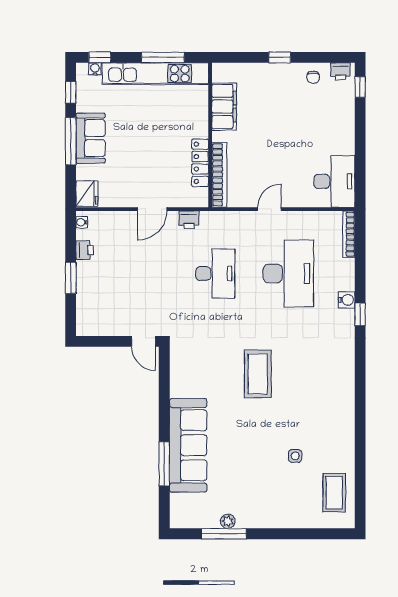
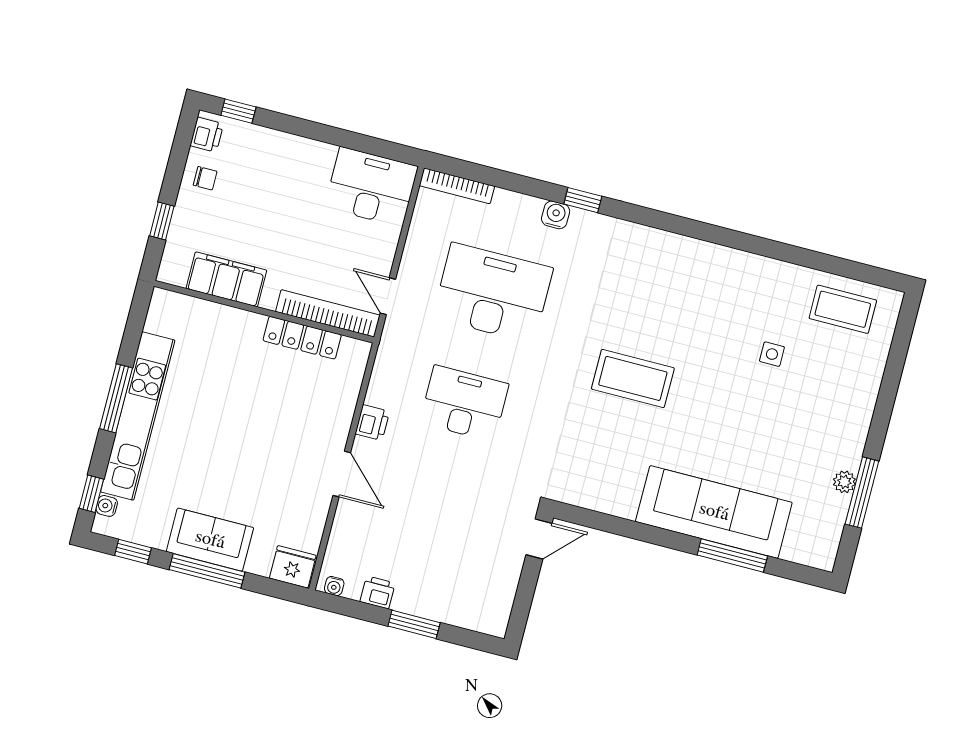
filing cabinet: (224, 107) -> (226, 279), moved
wall: (210, 135) -> (264, 312), moved
locker: (200, 163) -> (302, 338), moved
bookcase: (219, 175) -> (328, 313), moved

